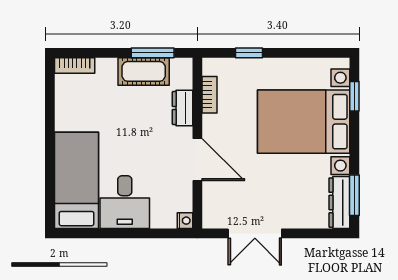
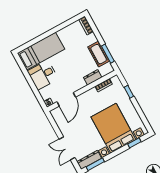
door: (197, 160) -> (66, 99), moved
double door: (255, 233) -> (67, 148), moved

